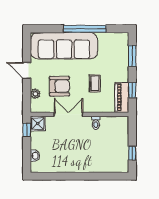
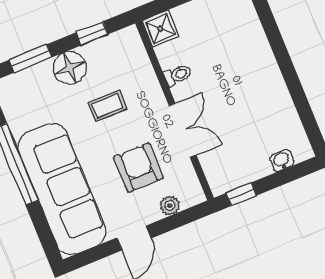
floor lamp: (120, 73) -> (70, 68), added
piano: (122, 97) -> (113, 47), removed
double door: (69, 114) -> (183, 130), swing flipped
shower: (38, 124) -> (160, 29), moved

